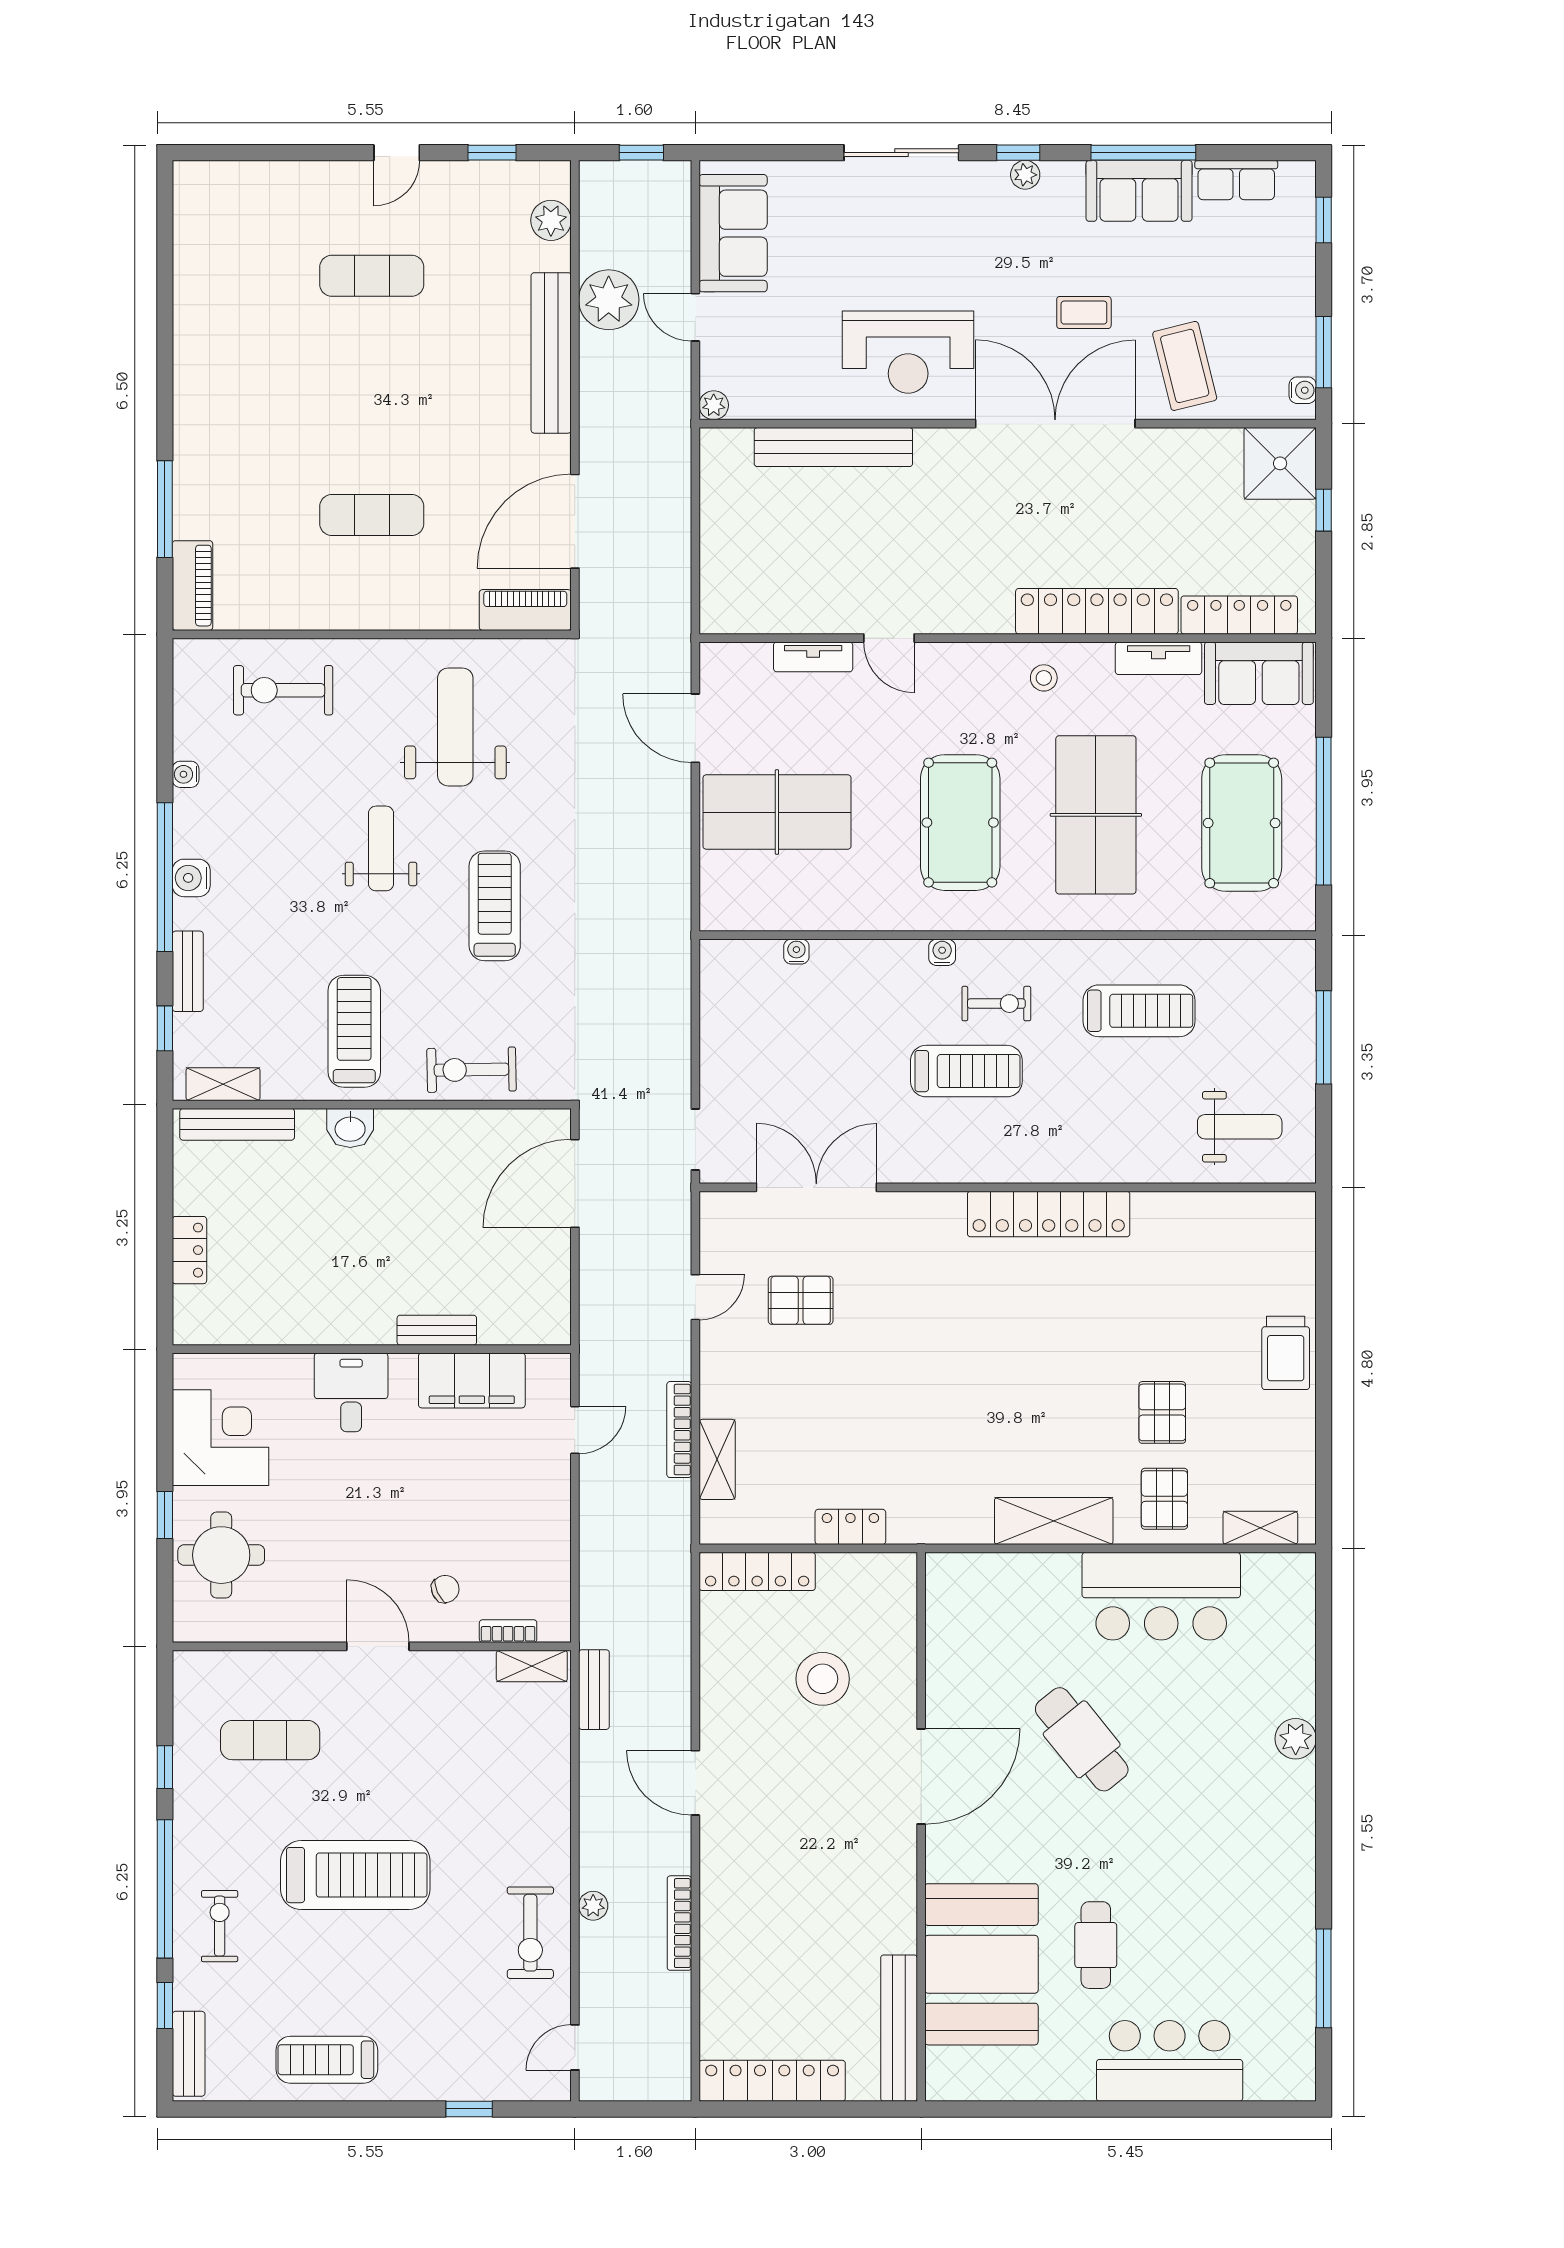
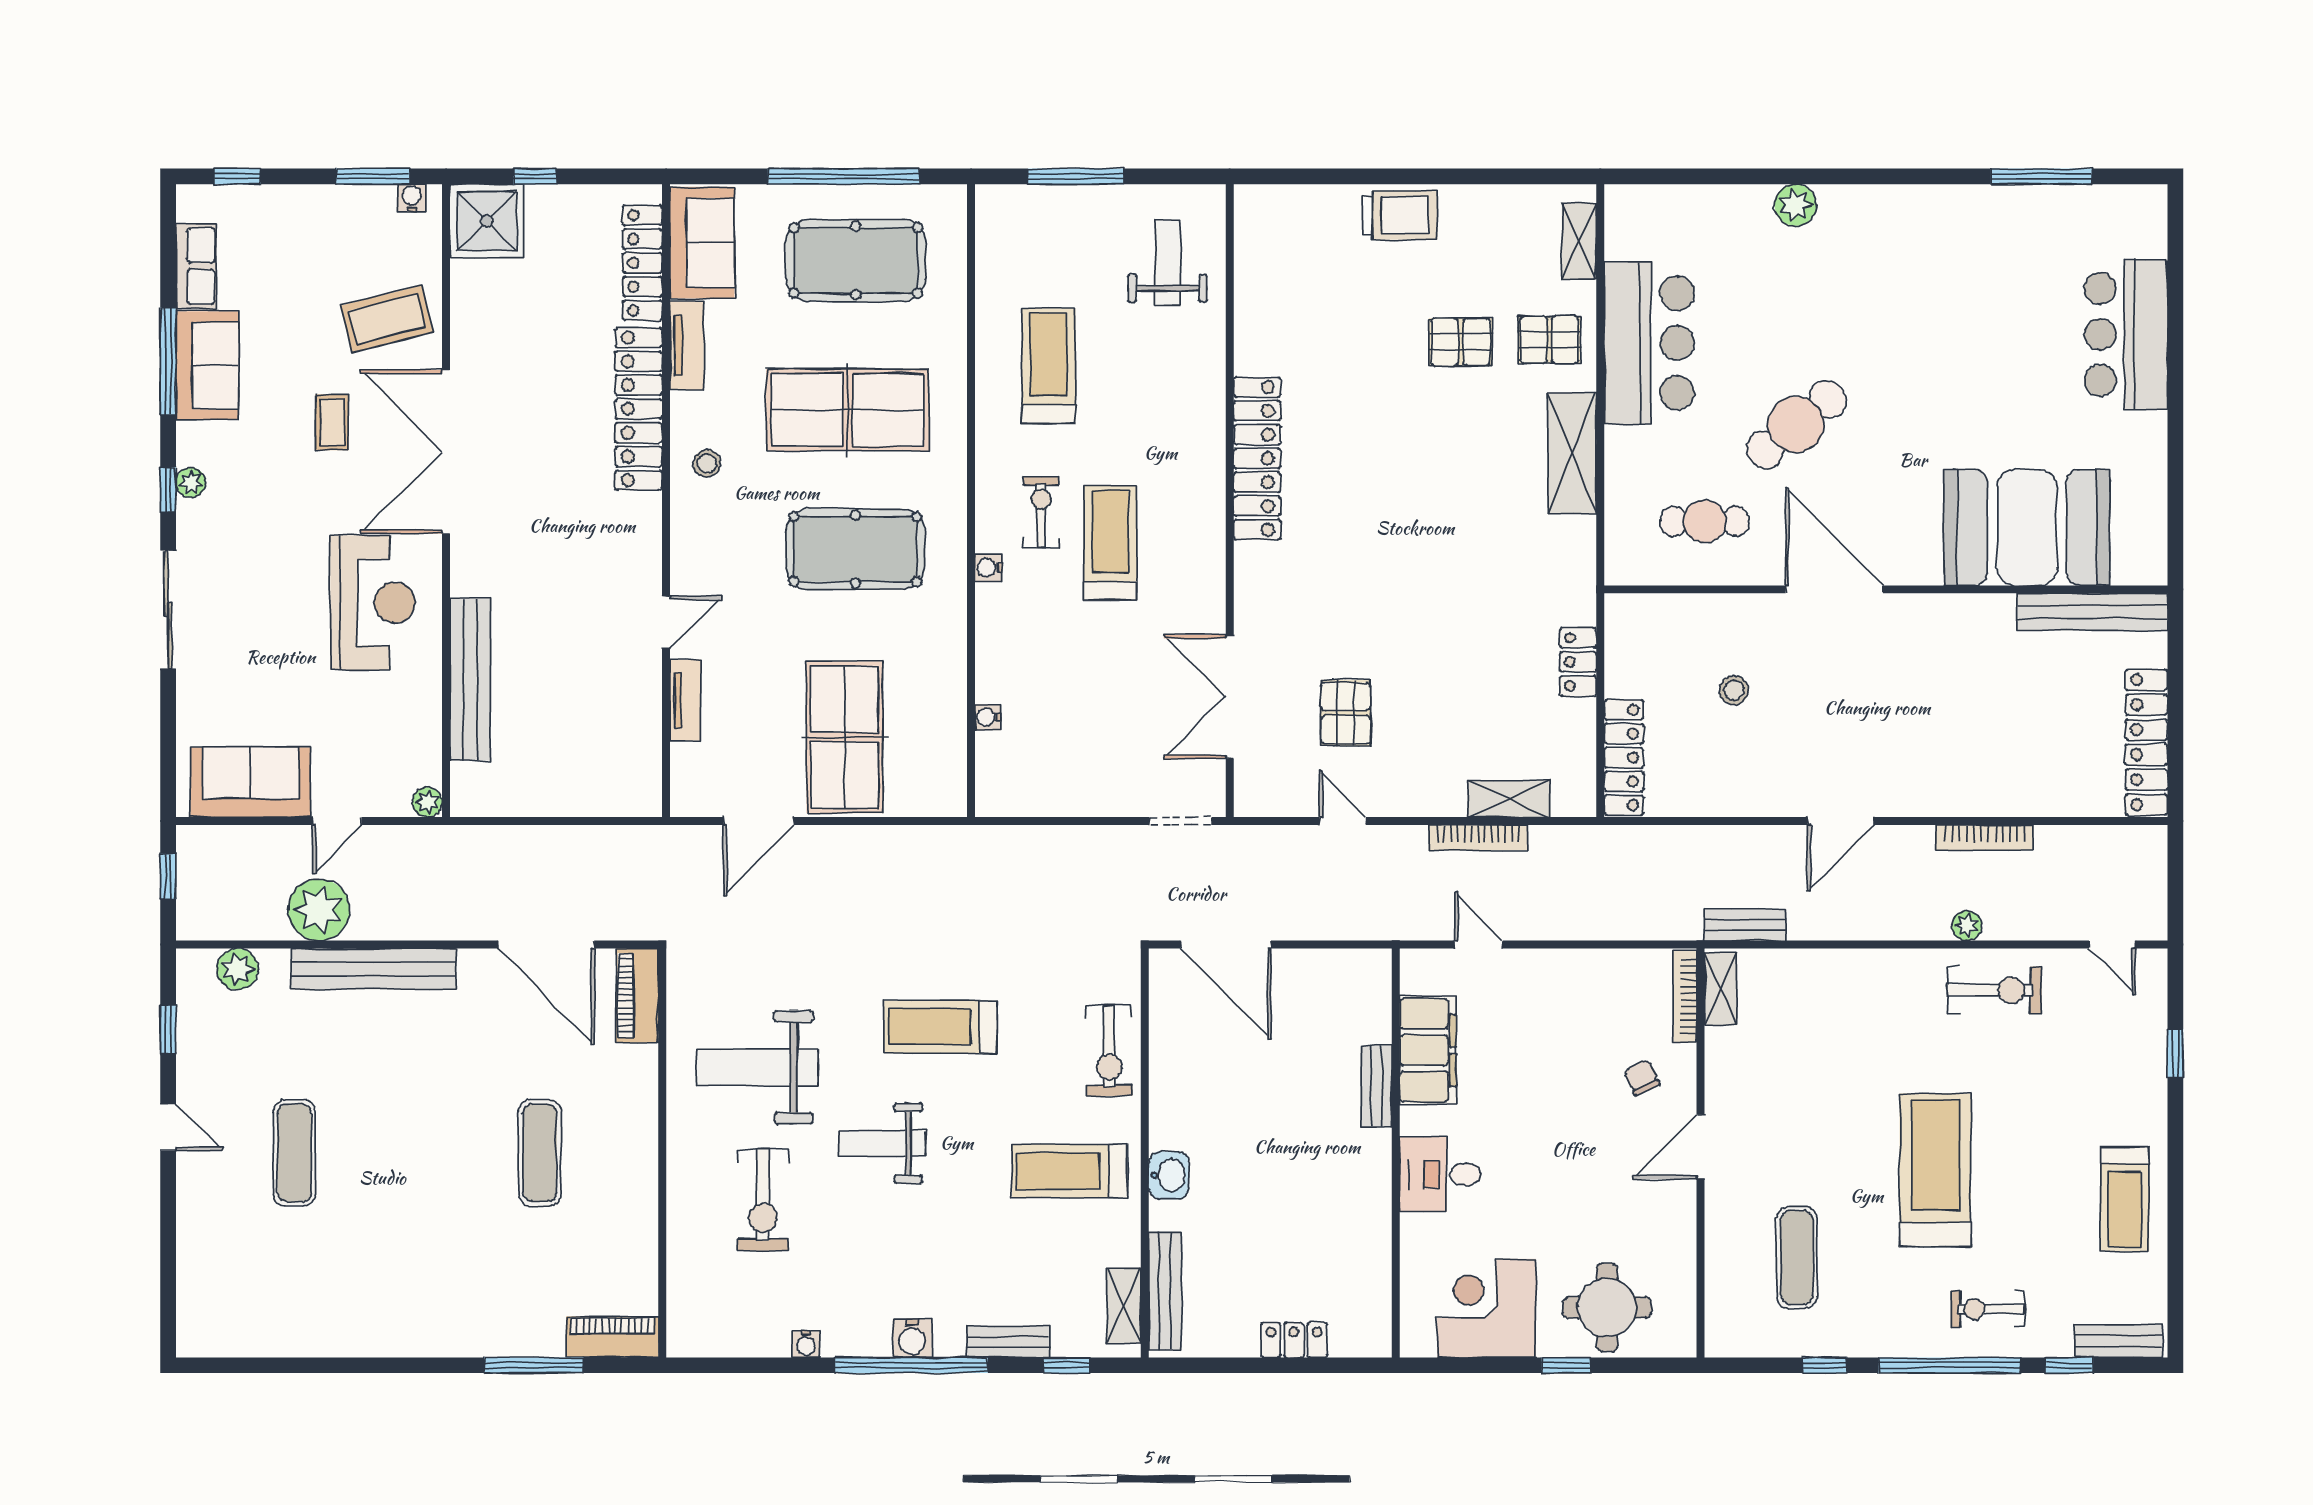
exercise bike: (283, 690) -> (763, 1200), moved
bookcase: (508, 1631) -> (1685, 997), width x1.56
stool: (823, 1679) -> (1734, 690), width x0.53, depth x0.53
cafe table: (1096, 1945) -> (1705, 521), moved

